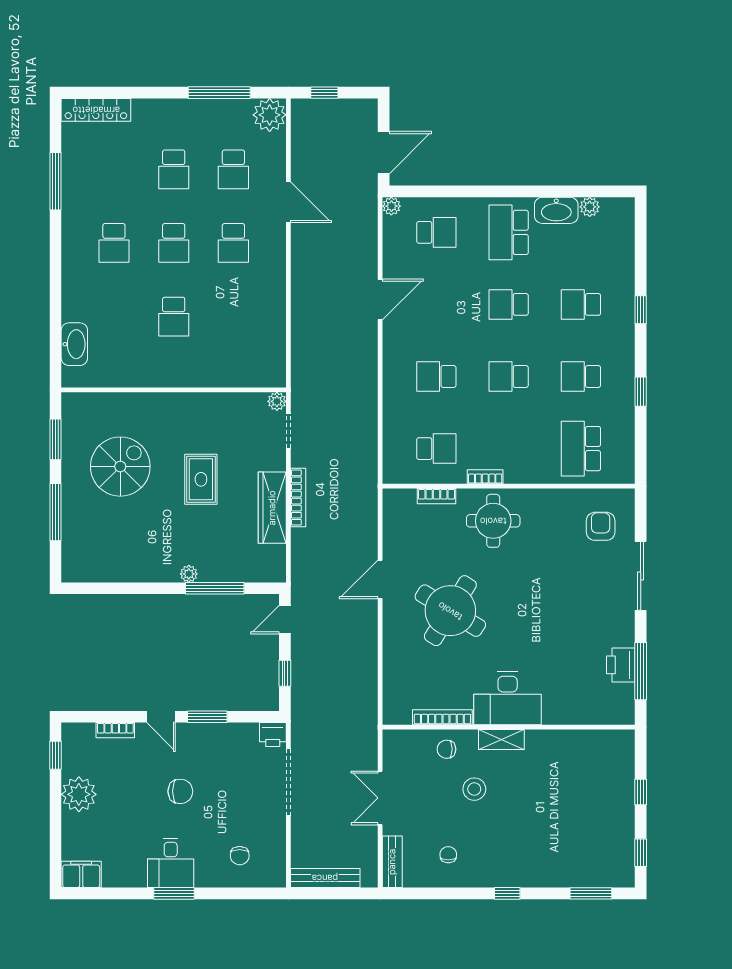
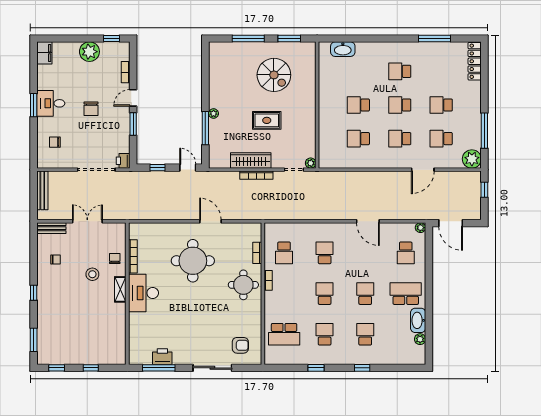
school desk: (233, 317) -> (358, 139), added
school desk: (581, 449) -> (284, 334), turned 180
round table: (450, 611) -> (193, 261), turned -32

